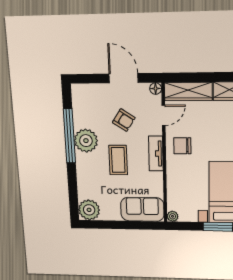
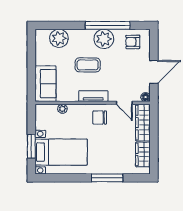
armchair: (124, 120) -> (133, 42), moved, turned 57
chair: (182, 146) -> (100, 118), turned -90
plant: (89, 210) -> (59, 38), moved
plant: (173, 216) -> (62, 109), moved

